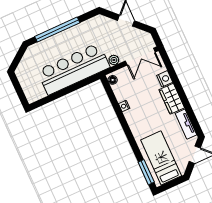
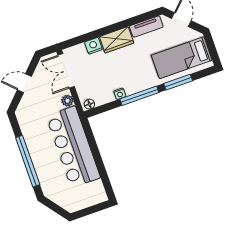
double door: (140, 57) -> (66, 71), swing flipped
window: (124, 123) -> (139, 96), added
window: (146, 172) -> (178, 82), moved

